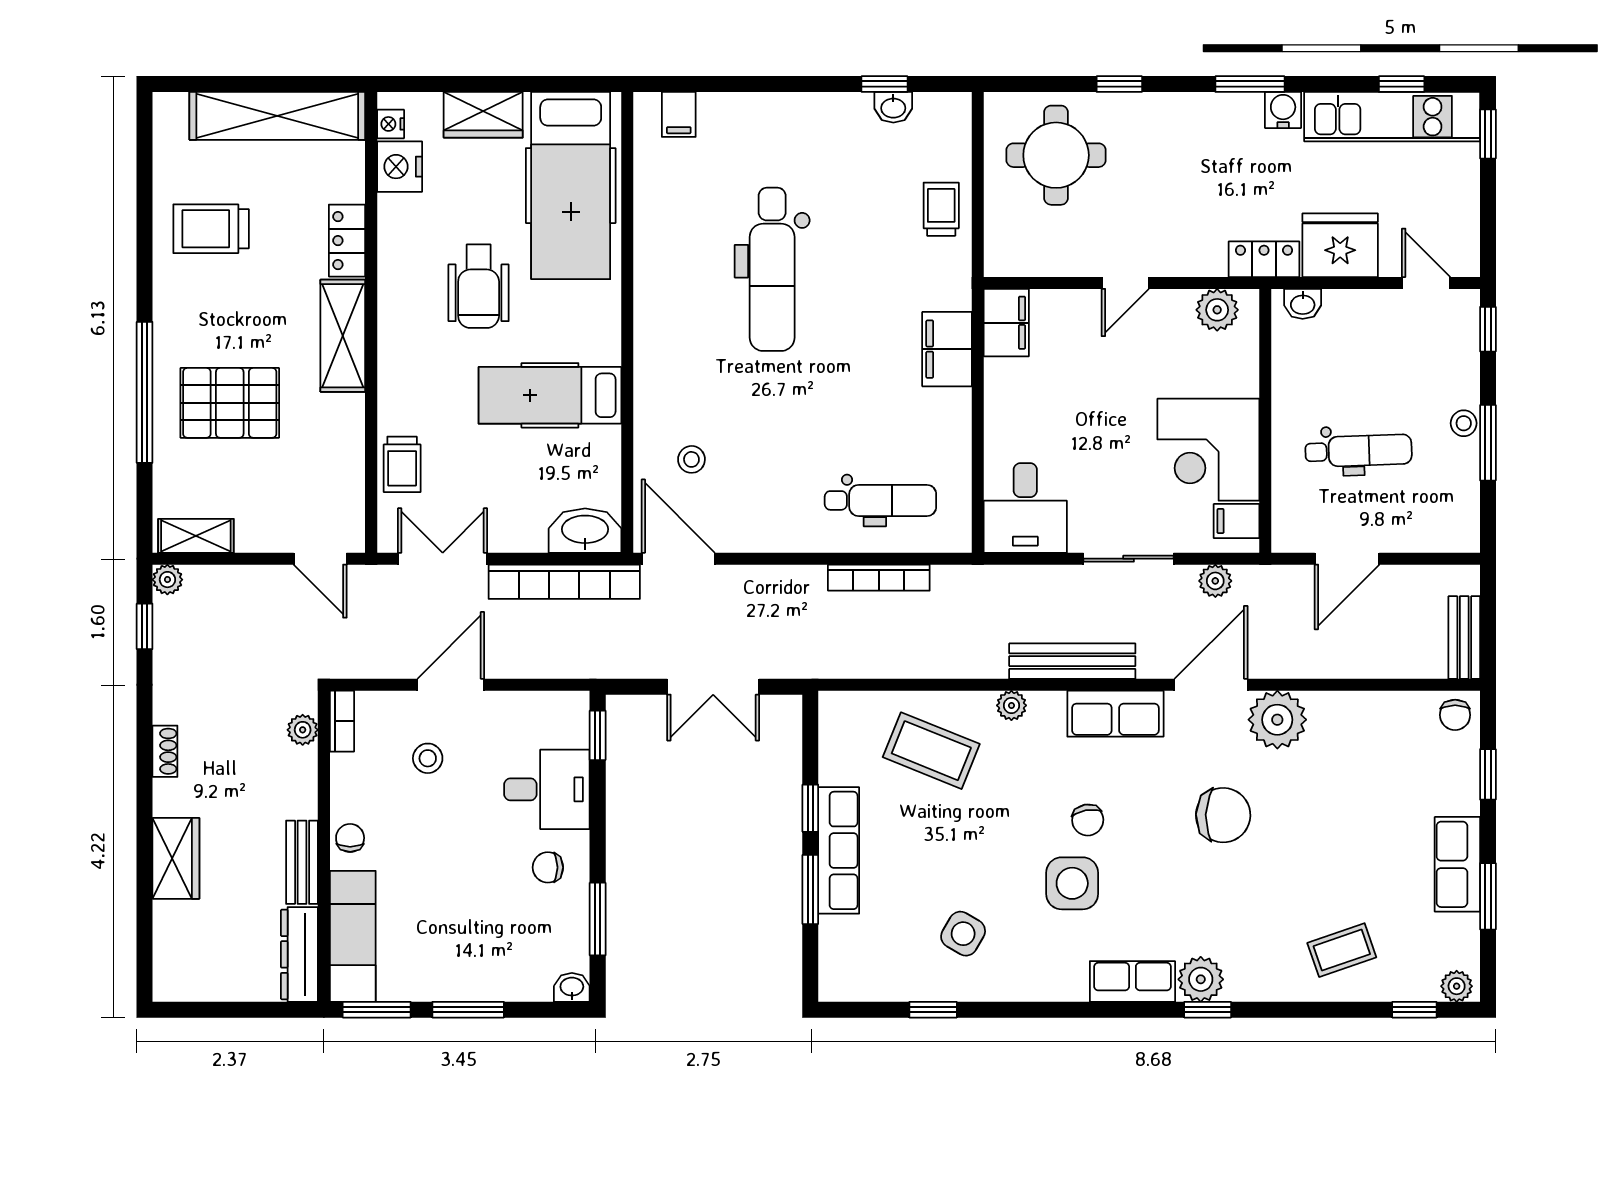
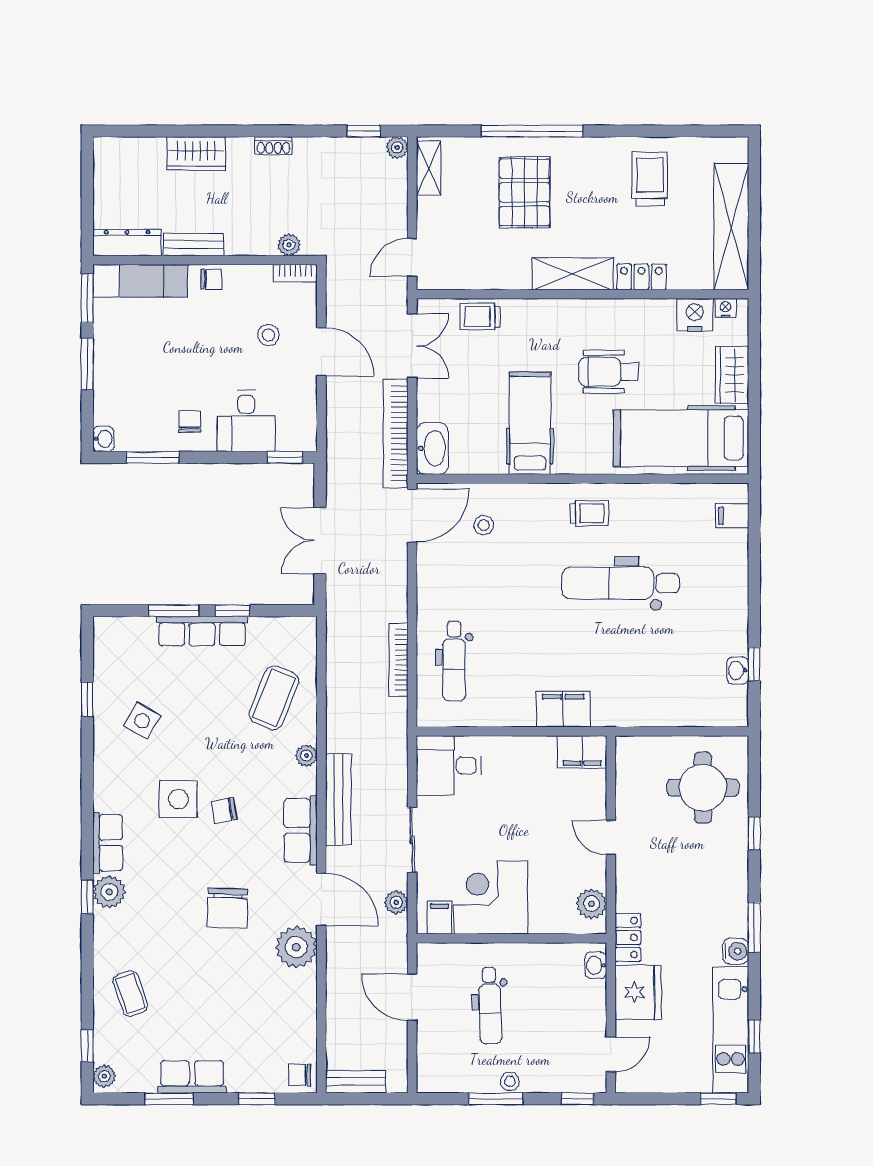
trolley: (941, 209) -> (589, 513), moved

